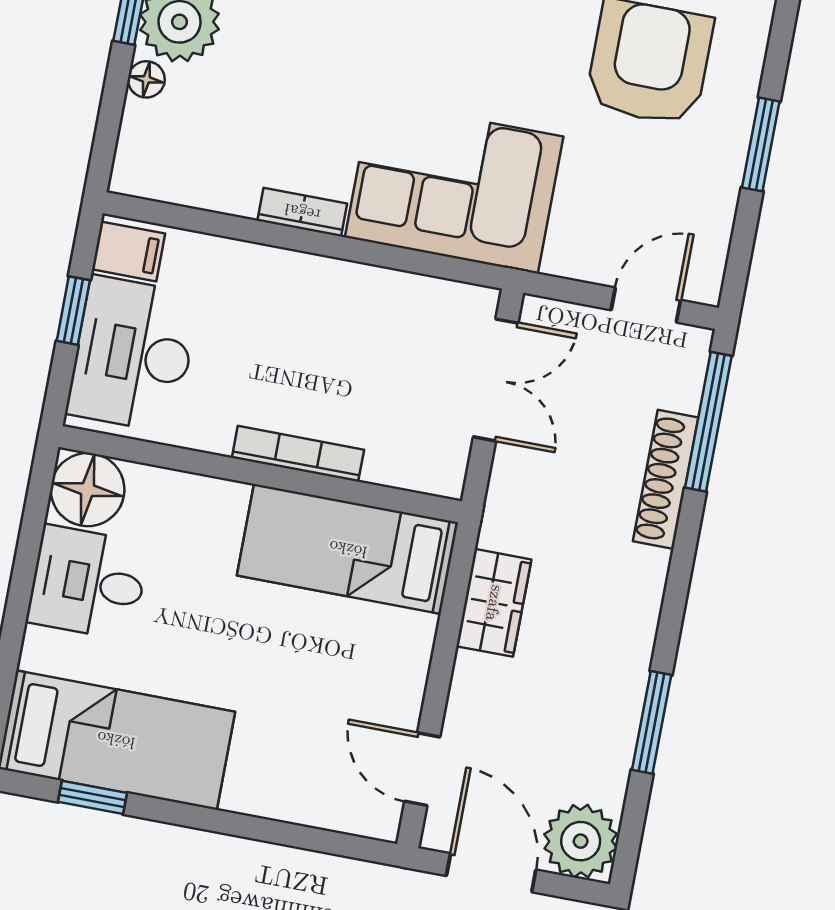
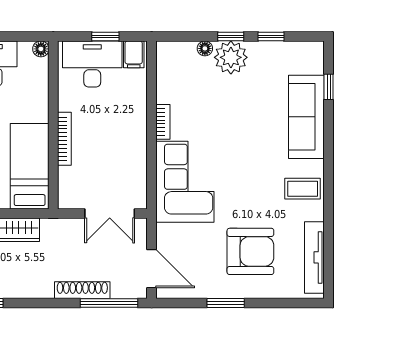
door: (646, 305) -> (152, 269), width x1.37
floor lamp: (88, 490) -> (41, 49), width x0.53, depth x0.53

